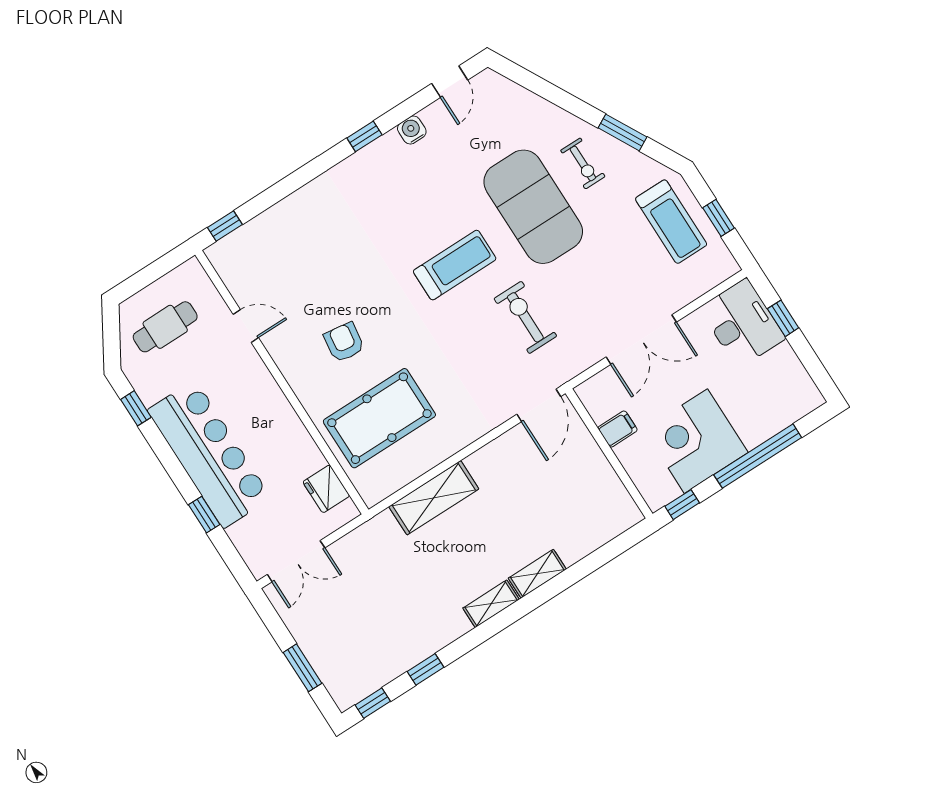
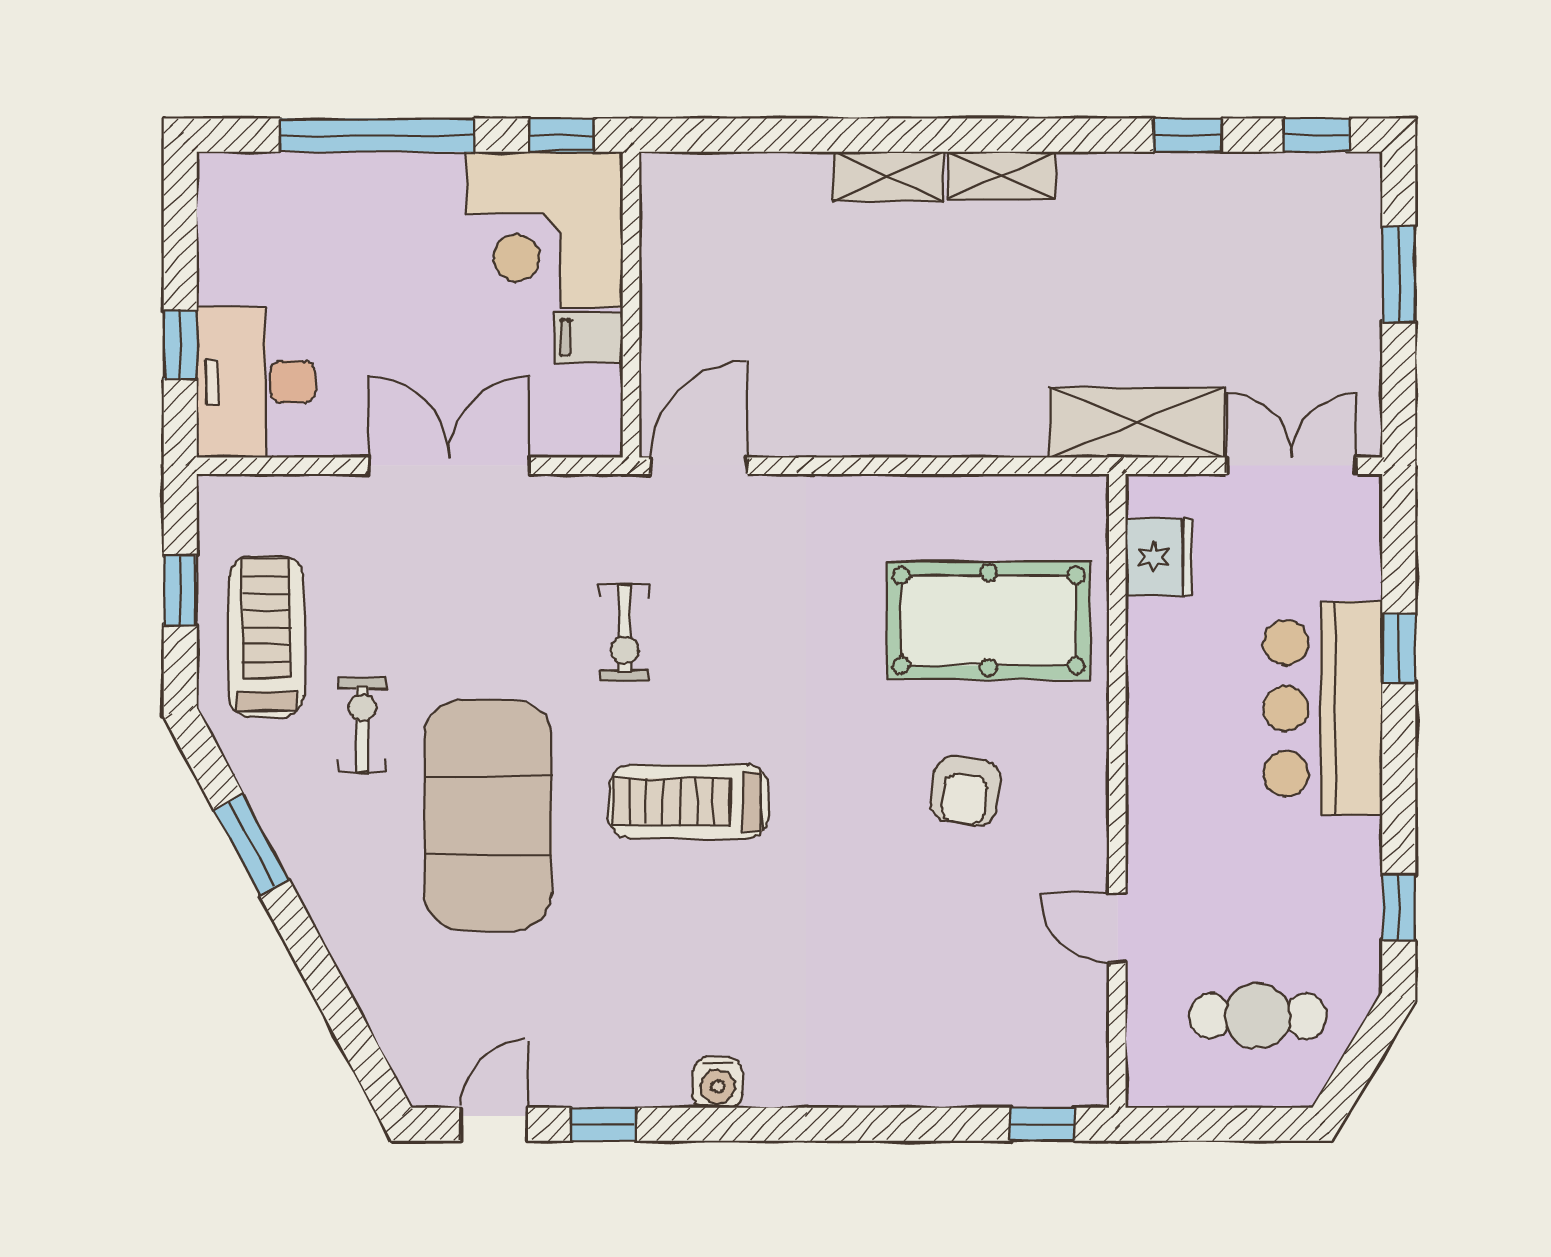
water cooler: (412, 130) -> (718, 1083), moved
window: (364, 136) -> (603, 1124), moved
exercise bike: (583, 163) -> (362, 725), moved
exercise bike: (525, 317) -> (625, 633), width x0.73, depth x0.72
corner desk: (696, 441) -> (545, 230), moved, turned 90
bar counter: (209, 454) -> (1323, 708), width x0.73
shelving: (434, 498) -> (1137, 422), moved

